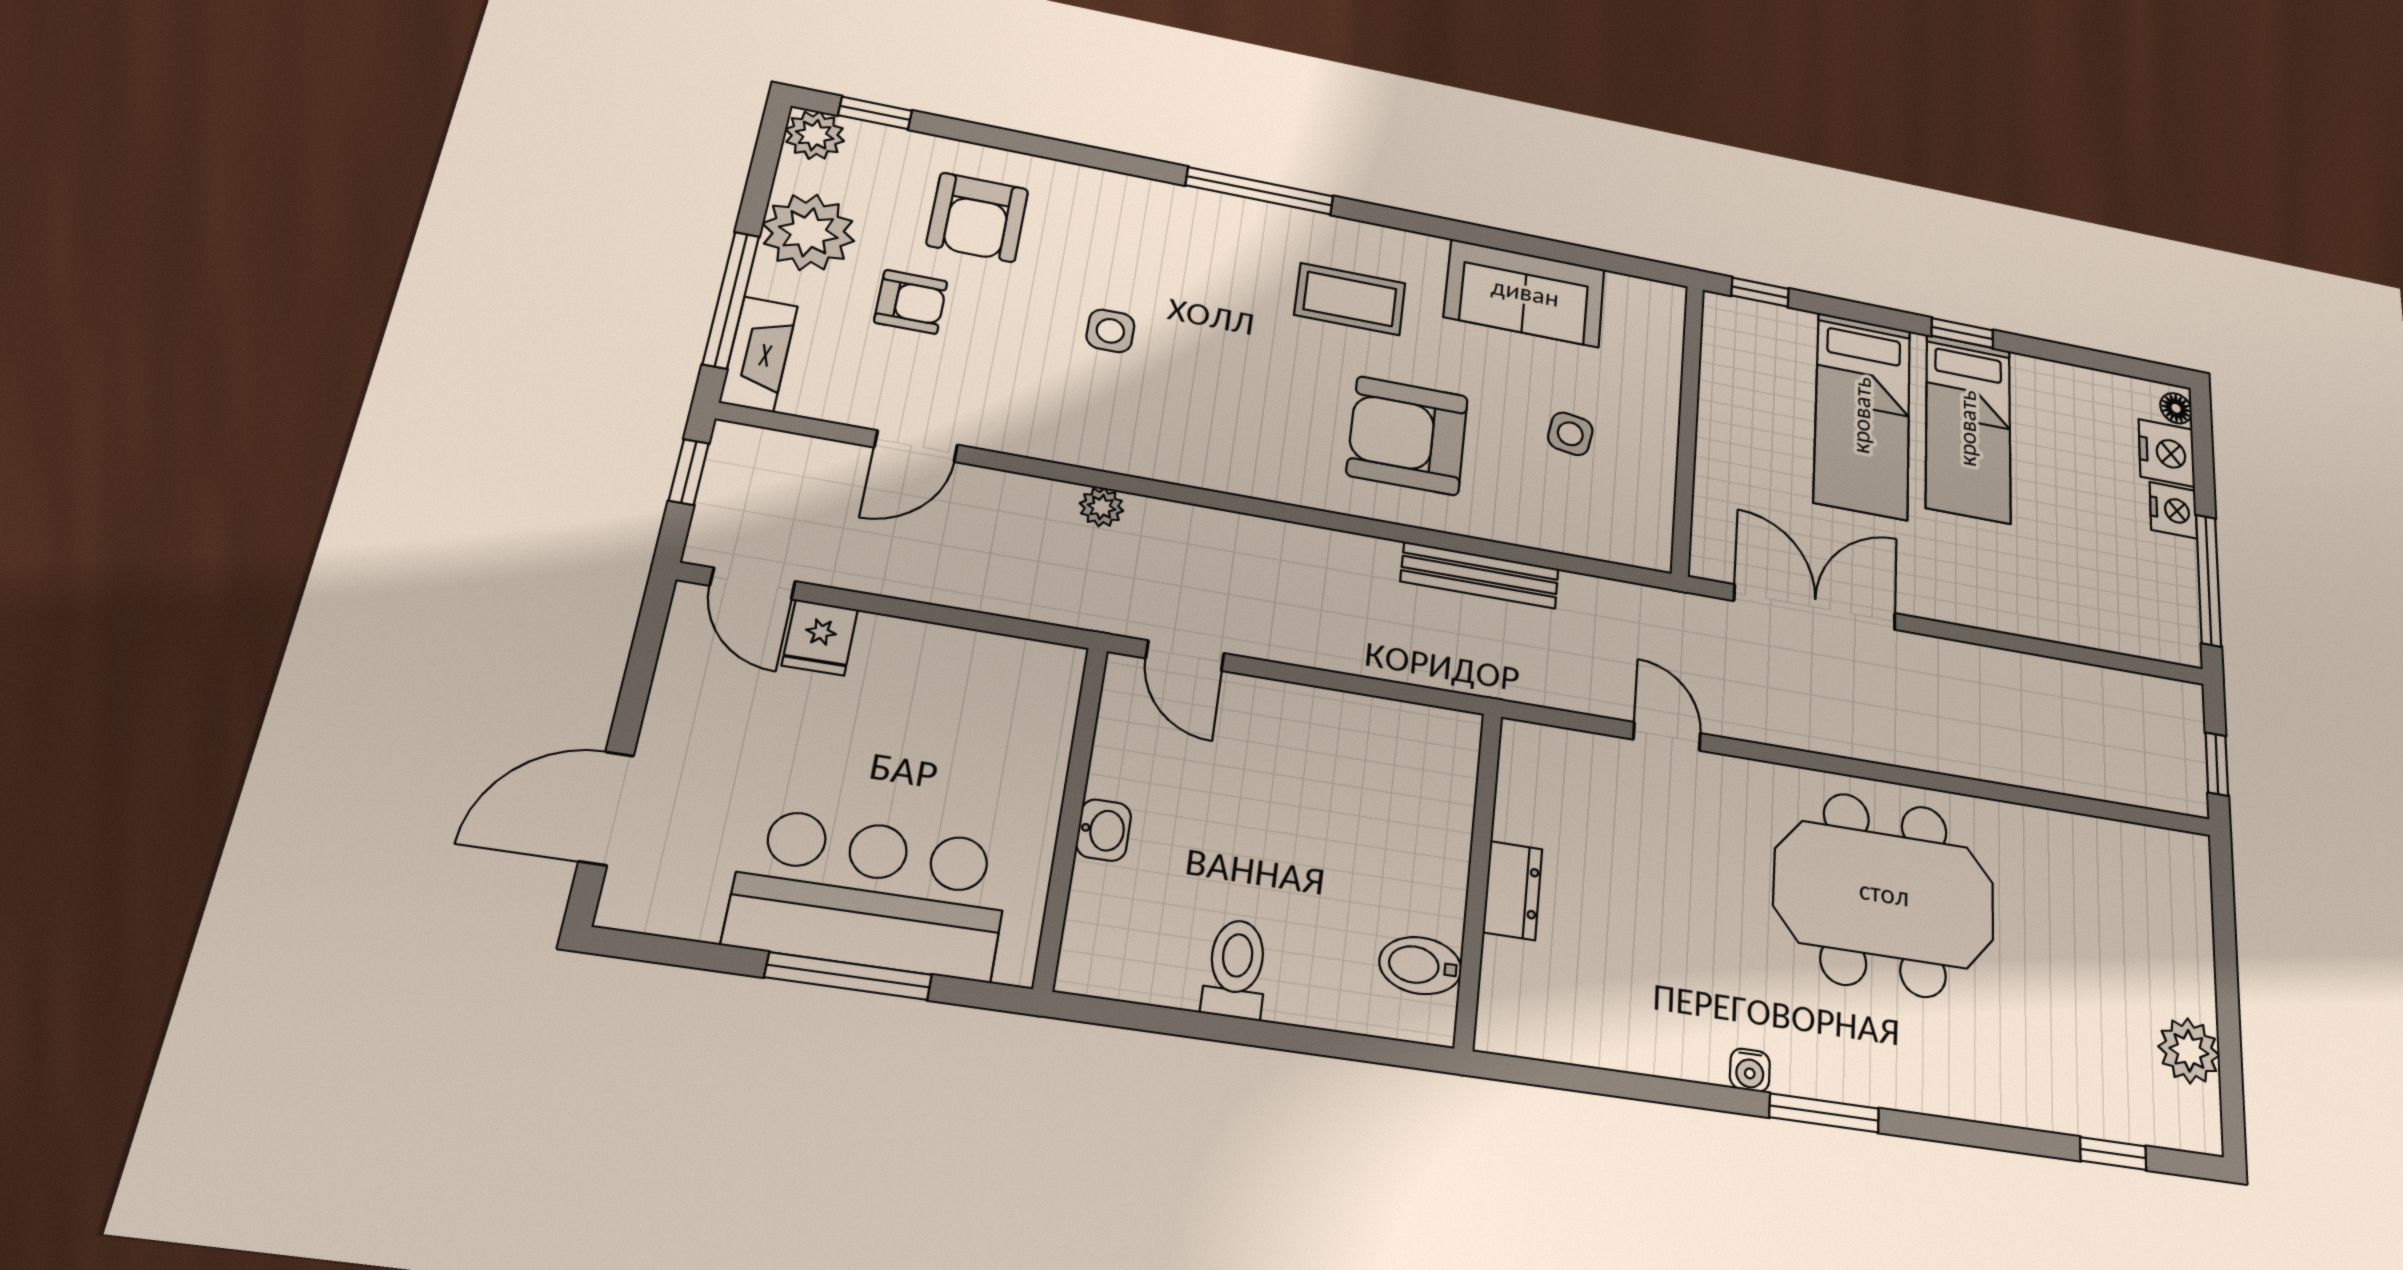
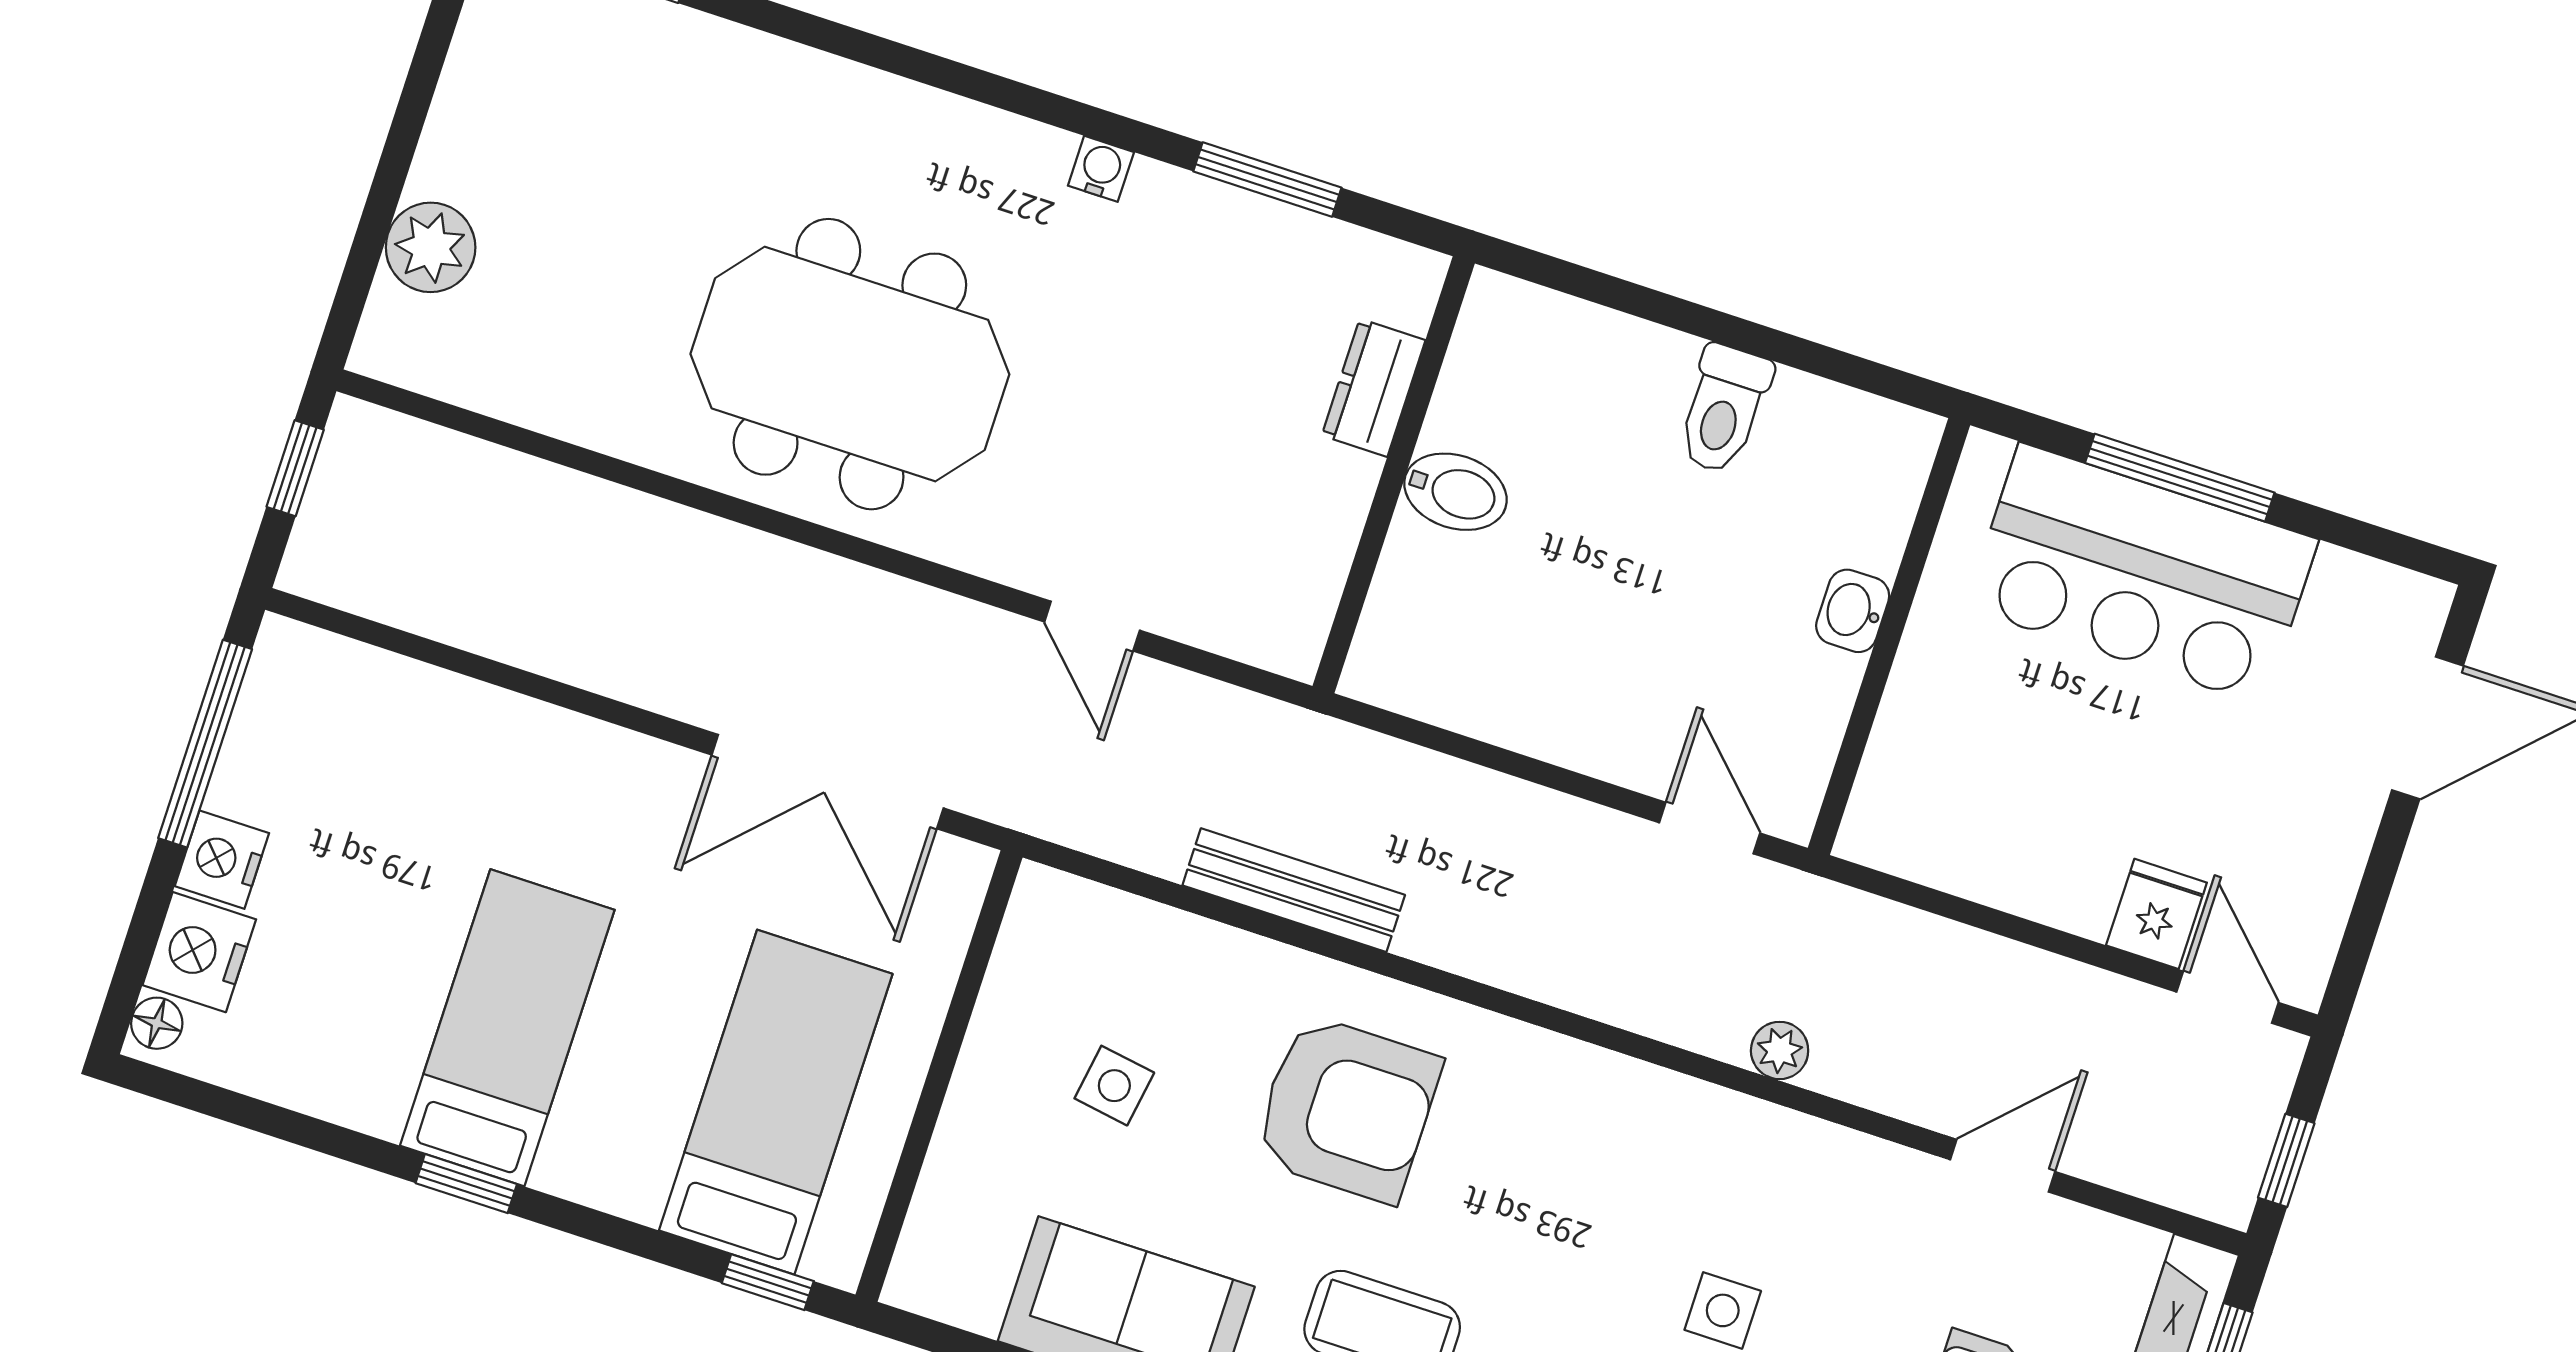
bed: (1862, 415) -> (776, 1102), moved
dresser: (1513, 890) -> (1373, 388), moved
bidet: (1420, 966) -> (1455, 492), moved
plant: (2189, 1051) -> (431, 247), moved
window: (1824, 1113) -> (1267, 179), moved

